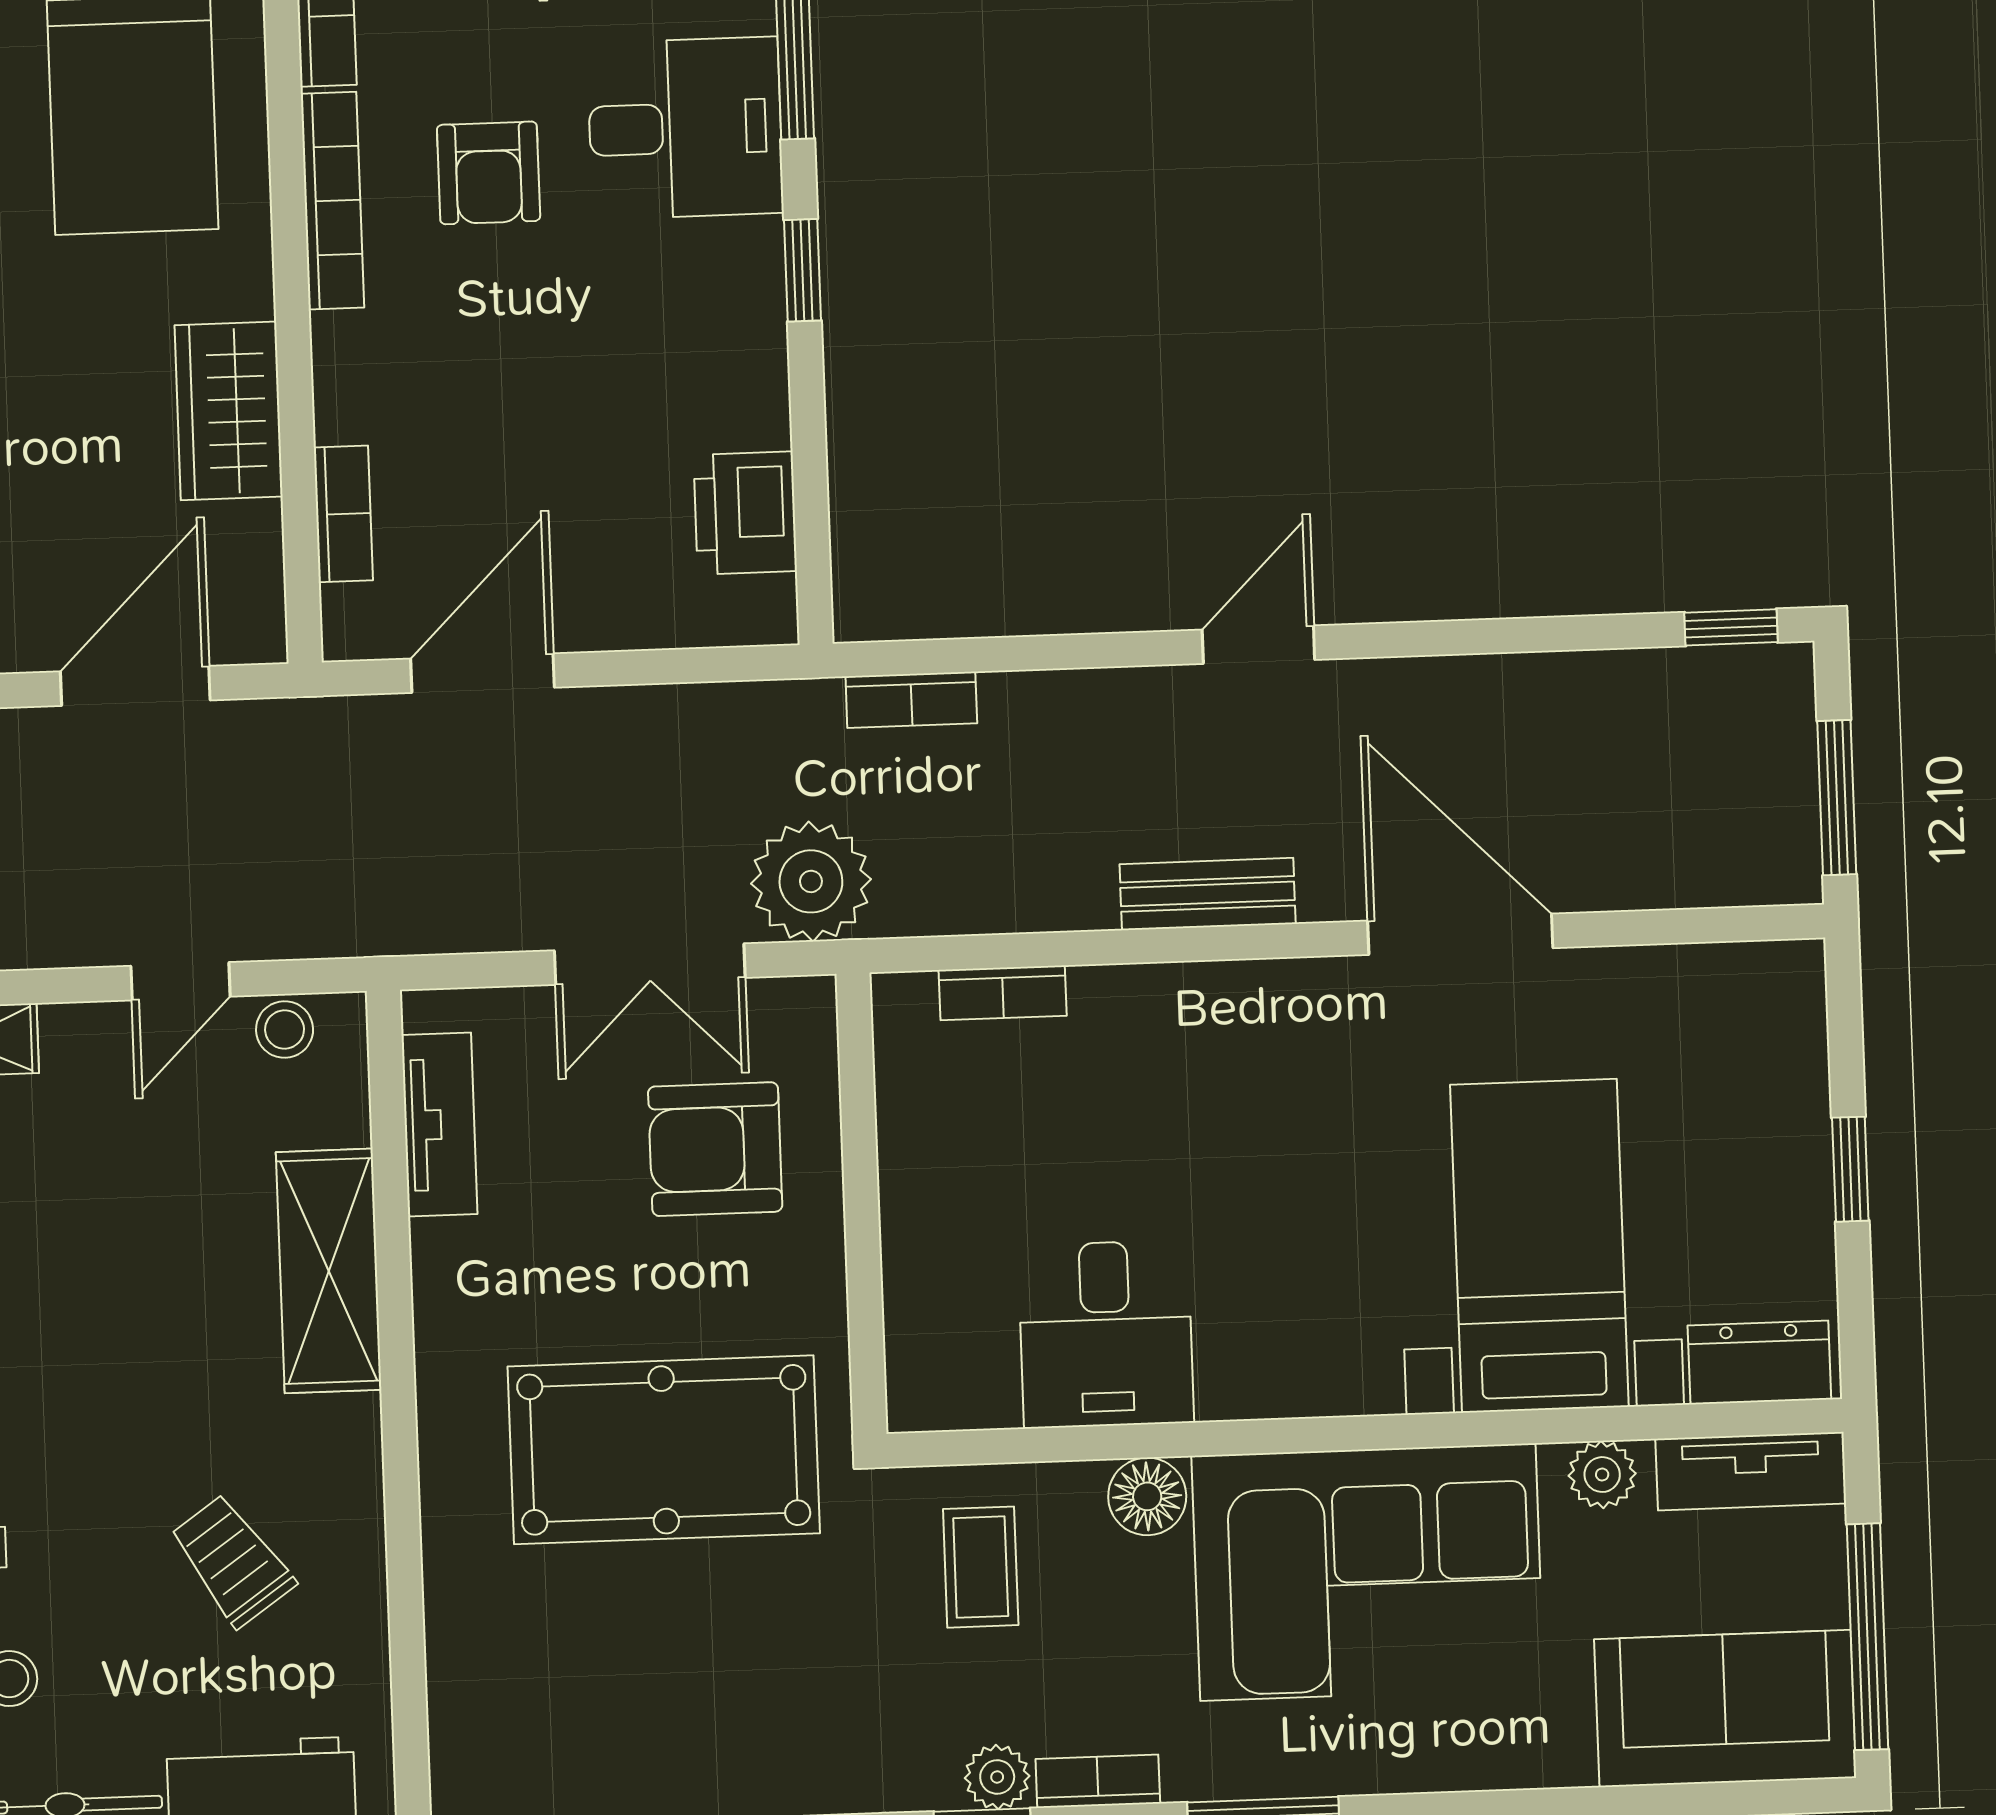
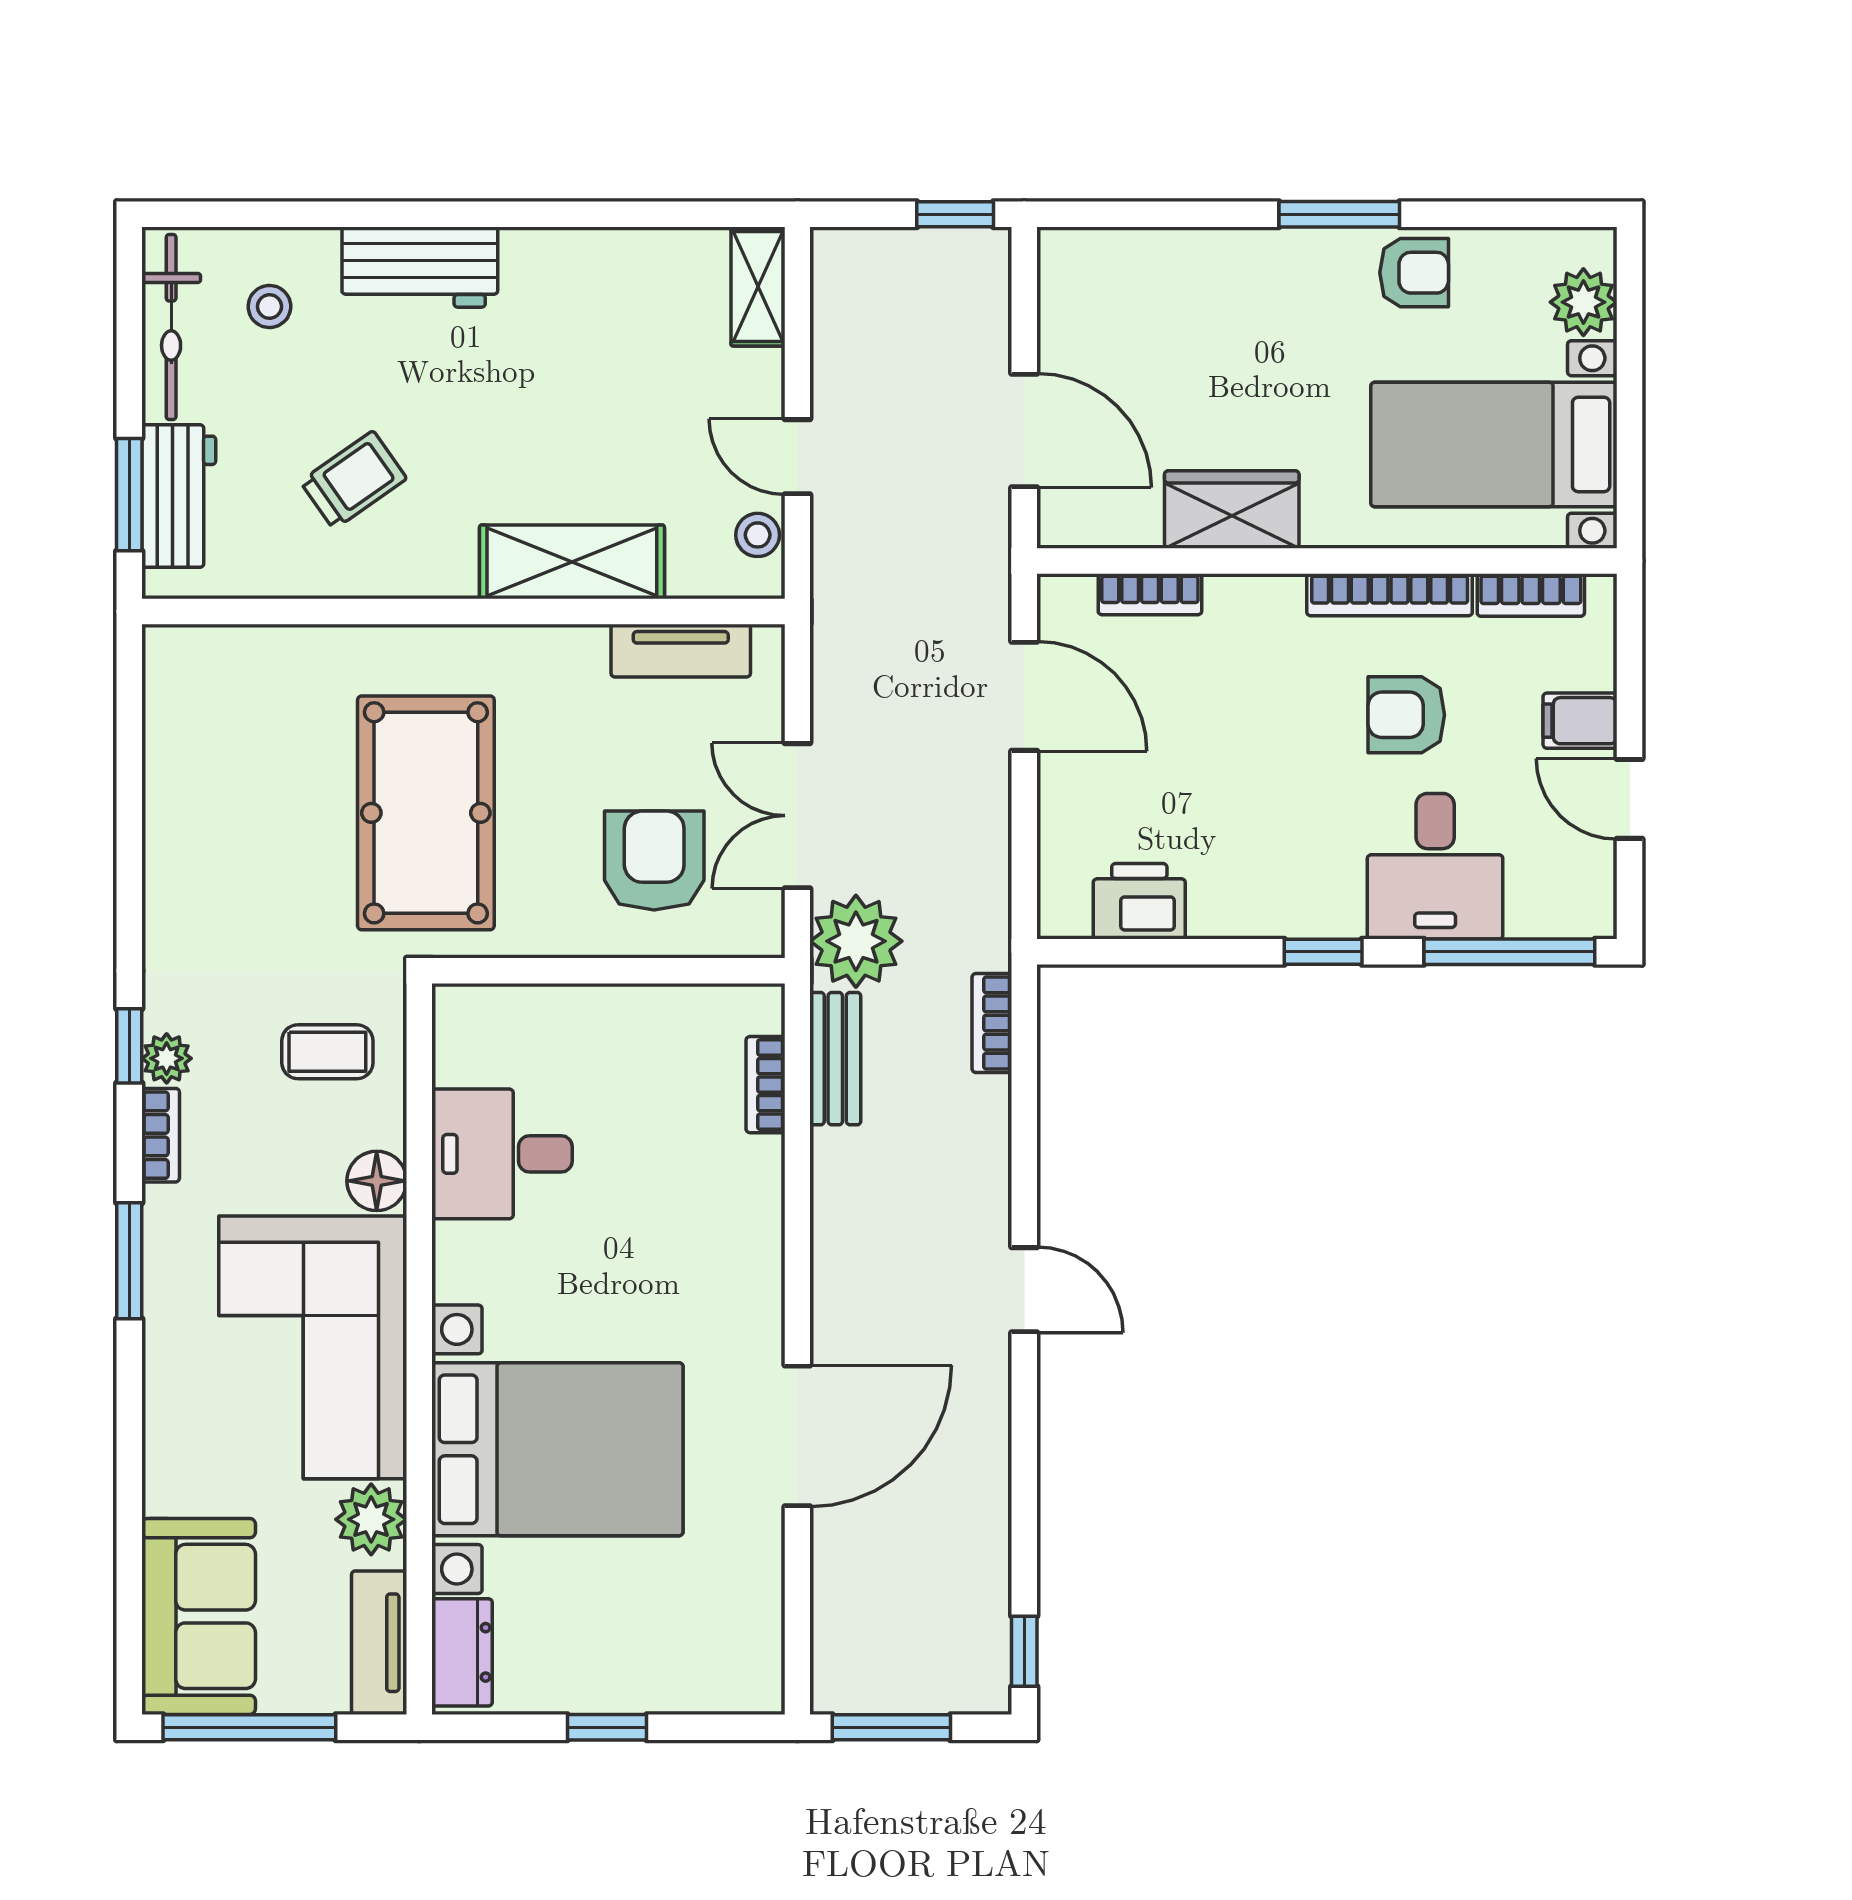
bench: (1208, 894) -> (835, 1059), moved
bed with nightstands: (1539, 1246) -> (557, 1449), width x1.36
plant: (1602, 1475) -> (371, 1519), width x1.38, depth x1.38

